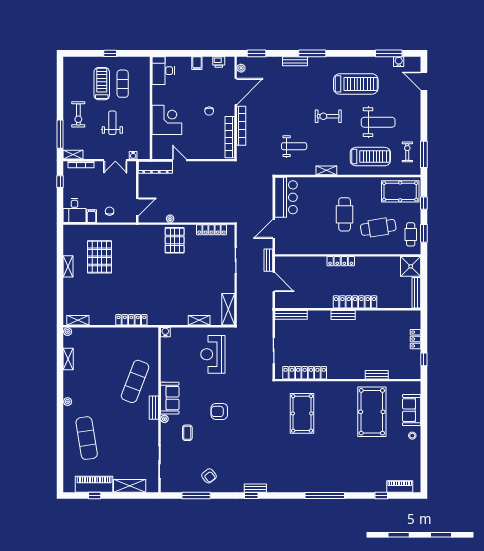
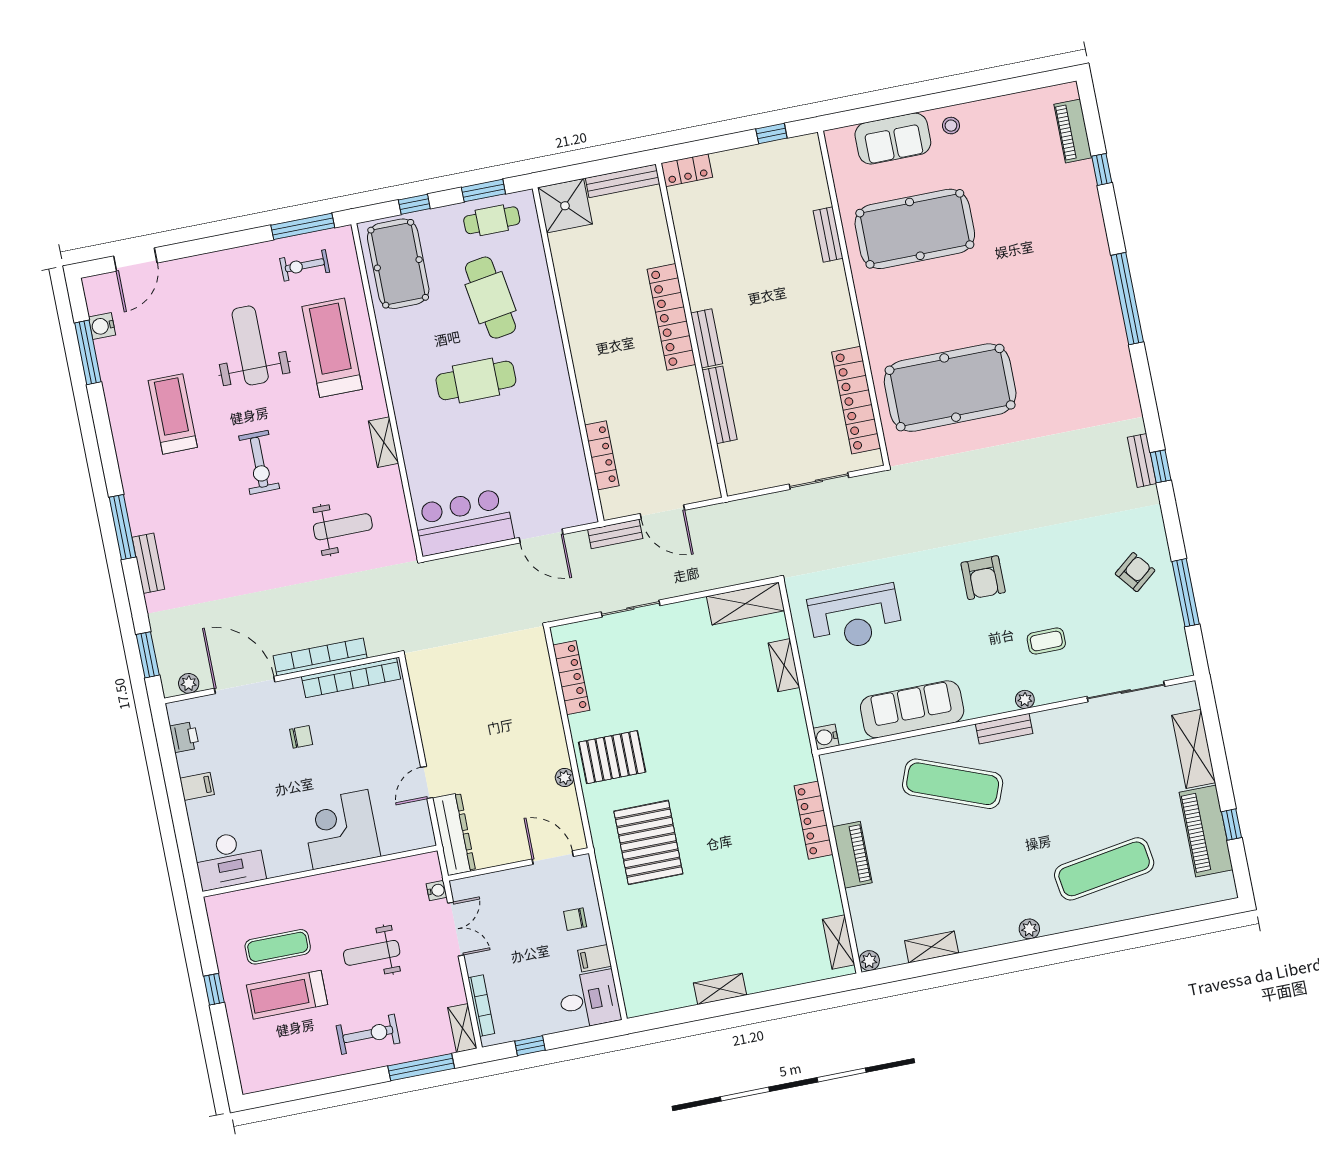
treadmill: (356, 84) -> (173, 414), width x0.73, depth x0.73
weight bench: (294, 146) -> (343, 527), turned 90
pallet: (99, 257) -> (648, 842), moved, turned 90
locker: (341, 261) -> (602, 455), moved
door: (274, 282) -> (662, 512), swing flipped
bench: (291, 315) -> (719, 405), moved
piano: (114, 333) -> (852, 855), added
locker: (415, 339) -> (687, 170), moved
sofa: (170, 398) -> (912, 709), moved, width x1.36
pool table: (302, 413) -> (950, 388), width x1.36, depth x1.32

